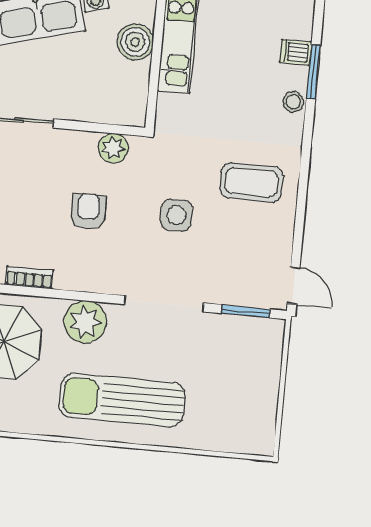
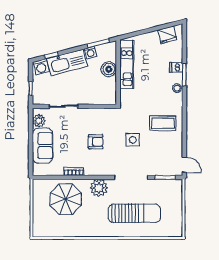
plant: (113, 148) -> (104, 114), removed
armchair: (88, 211) -> (96, 142), turned 90
sun lounger: (122, 400) -> (134, 213), moved, turned 180

